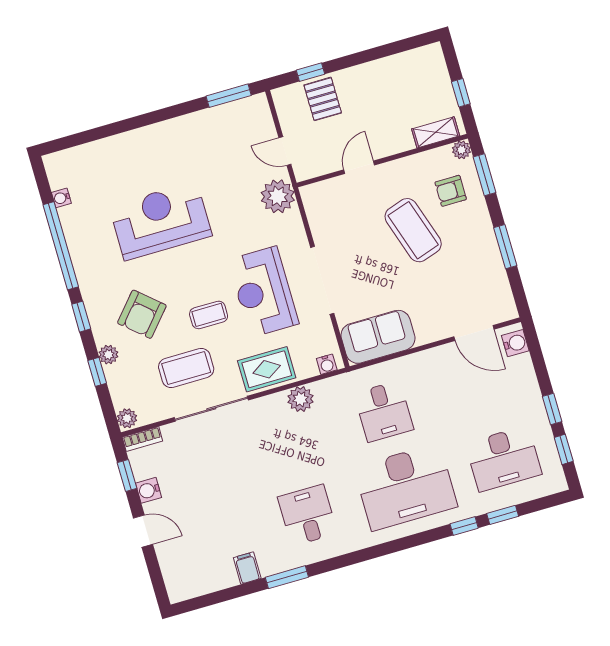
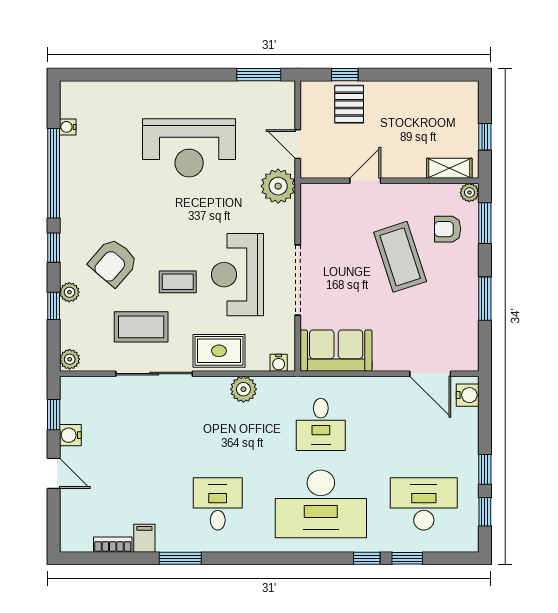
reception desk: (161, 221) -> (189, 148), moved, turned 180
bookcase: (142, 439) -> (113, 545), moved, turned 180
desk: (504, 459) -> (424, 504), turned 180

